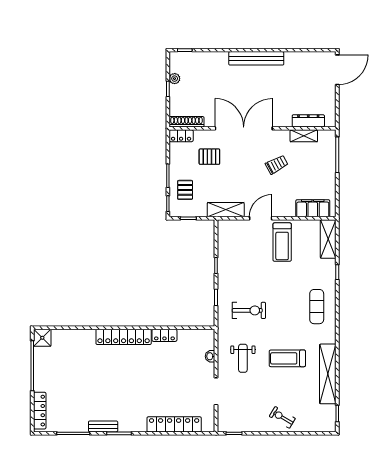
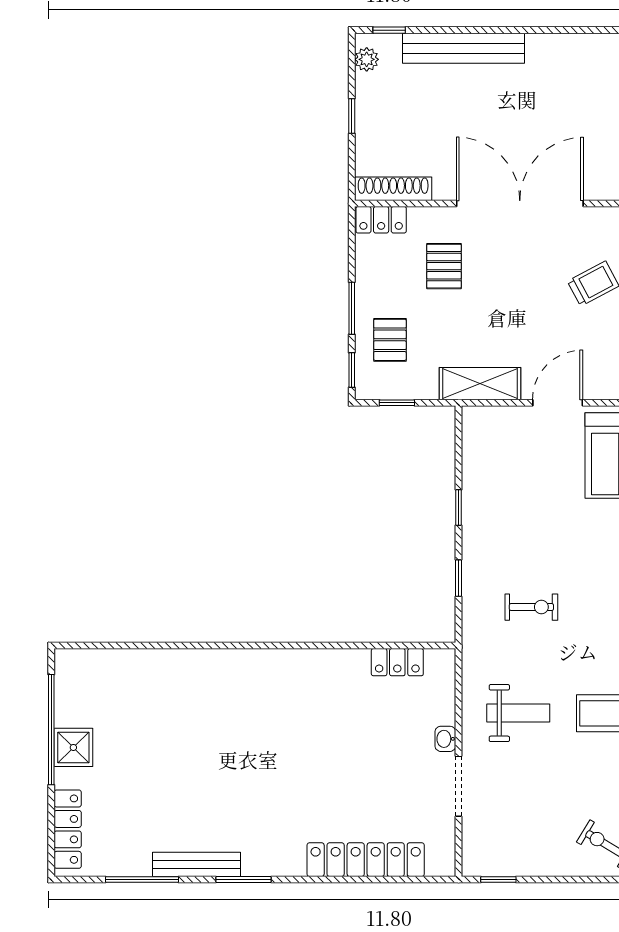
bench: (256, 58) -> (464, 48), moved
plant: (175, 79) -> (367, 59), moved
pallet: (209, 157) -> (444, 266), turned 90
exercise bike: (249, 310) -> (531, 607), width x0.73, depth x0.72
locker: (164, 335) -> (397, 662), moved
locker: (124, 337) -> (254, 666), removed
shower: (42, 338) -> (73, 747), moved
washbasin: (210, 356) -> (445, 739), moved
weight bench: (243, 358) -> (518, 713), turned -90
bench: (103, 426) -> (196, 864), width x1.36

